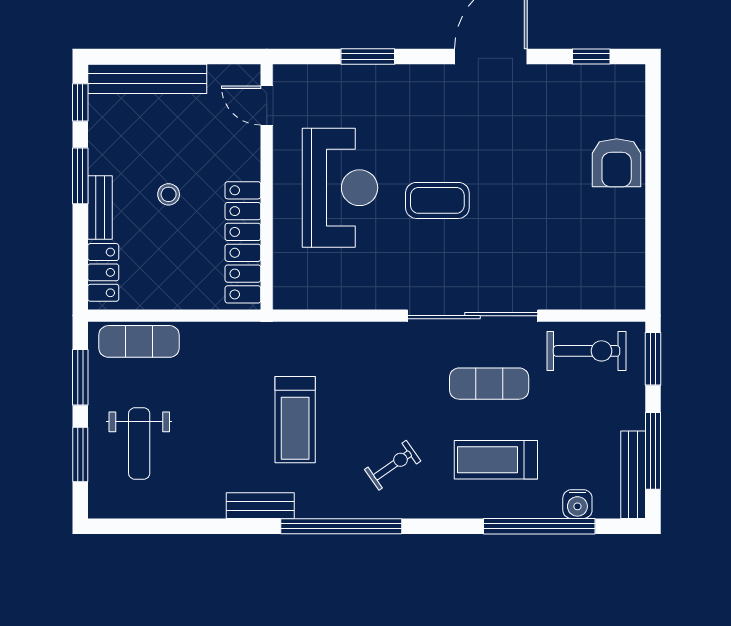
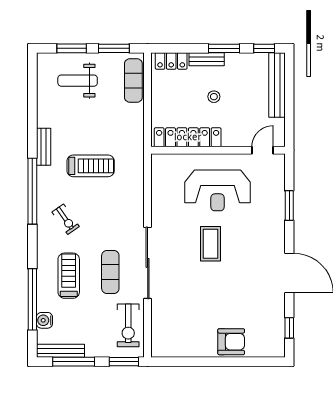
armchair: (617, 163) -> (231, 342), turned 180
treadmill: (295, 420) -> (91, 166), turned 180

